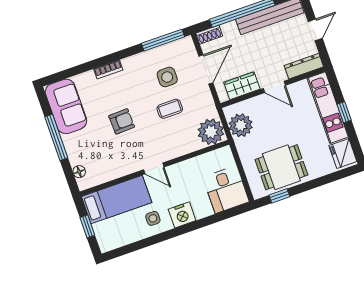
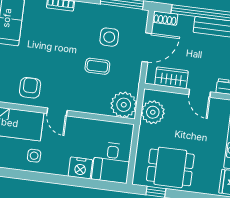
armchair: (122, 121) -> (30, 88), moved, turned -88
nightstand: (182, 215) -> (80, 168), moved

